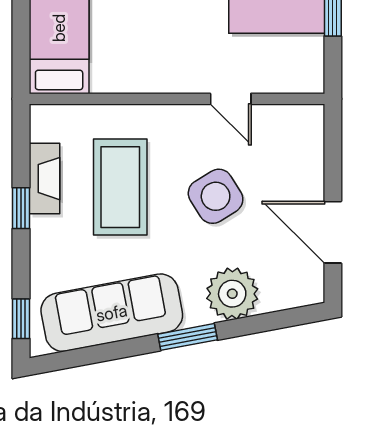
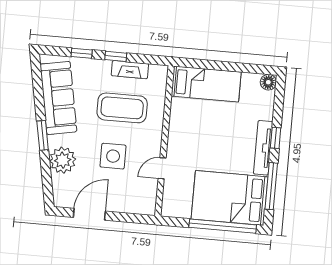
side table: (216, 196) -> (113, 156), turned 32
window: (21, 319) -> (82, 53), moved

